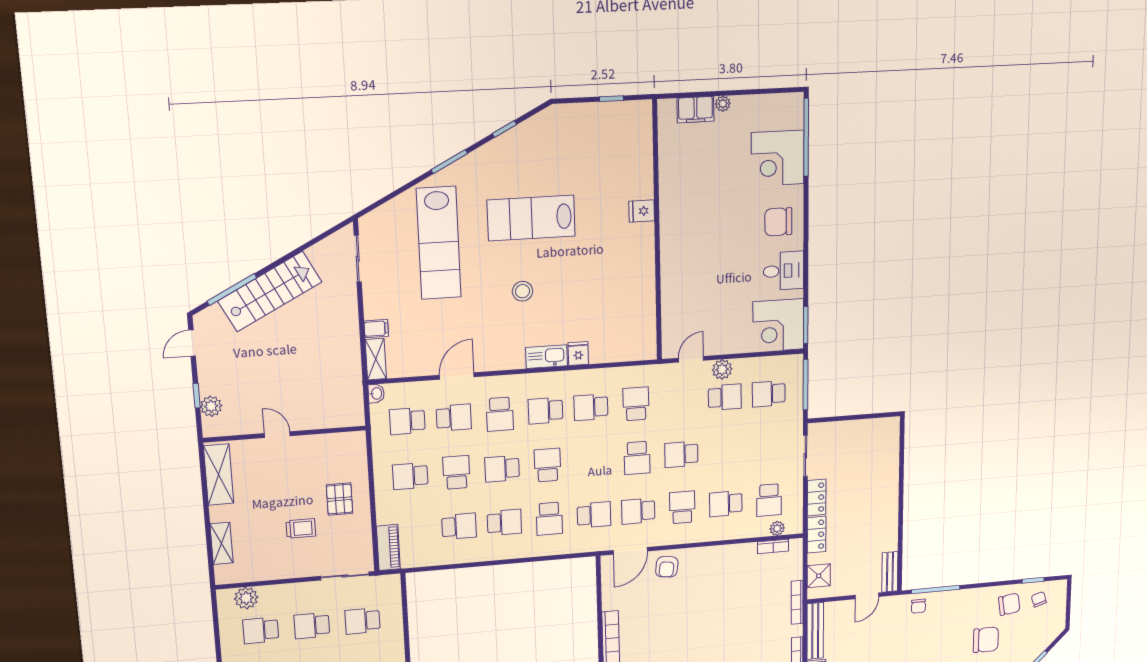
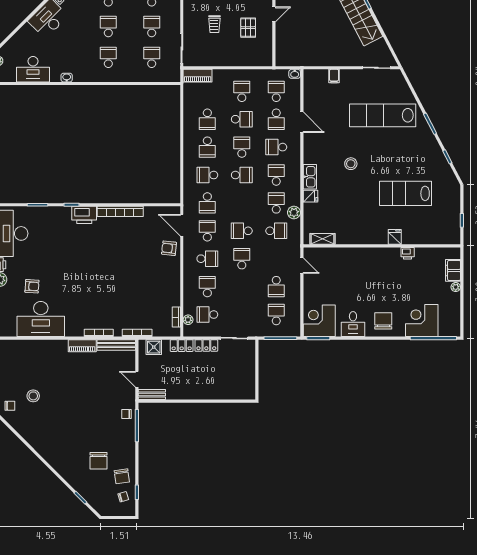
printer: (668, 188) -> (408, 253), added
lab bench: (531, 218) -> (406, 193), moved, turned -90
shelving: (376, 359) -> (322, 239), moved
plant: (722, 369) -> (294, 212), moved
pallet: (340, 499) -> (248, 28), moved, turned 90

